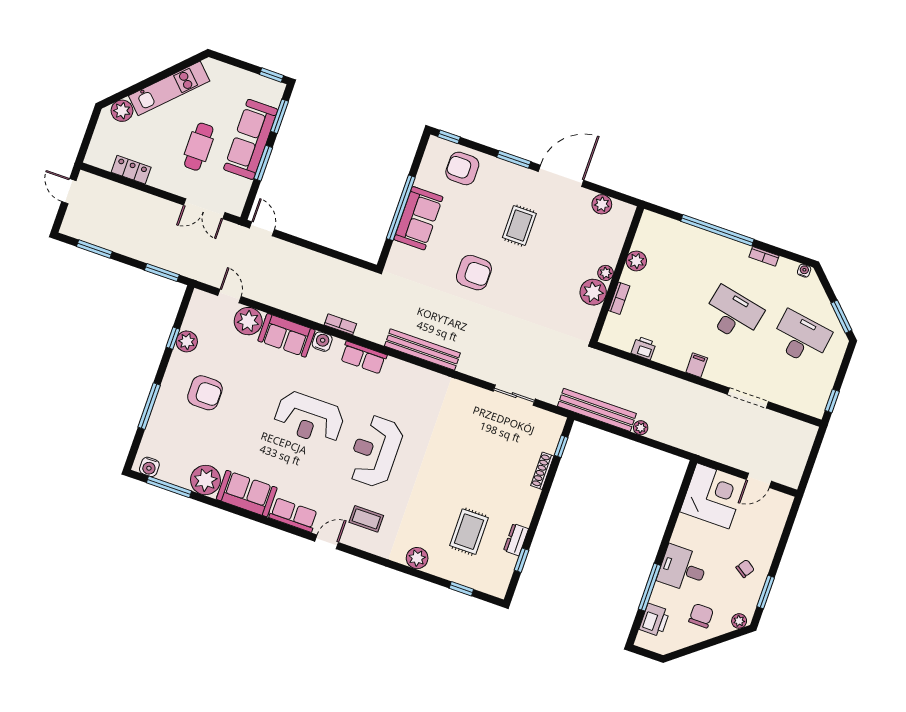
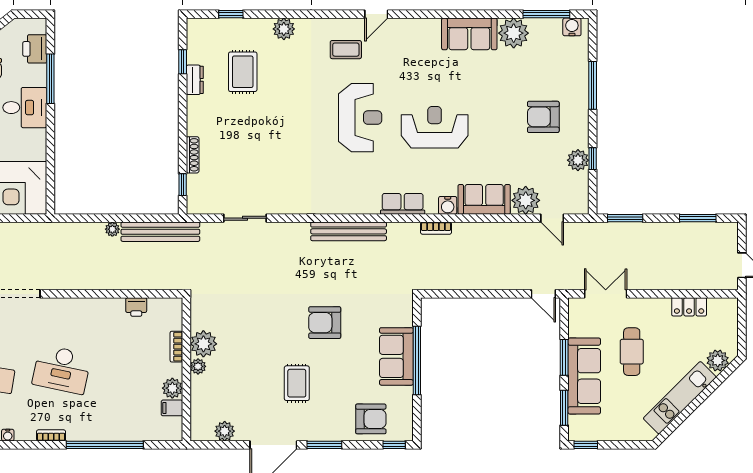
filing cabinet: (697, 365) -> (172, 408), moved, turned 90
row of seats: (293, 515) -> (417, 29), removed

